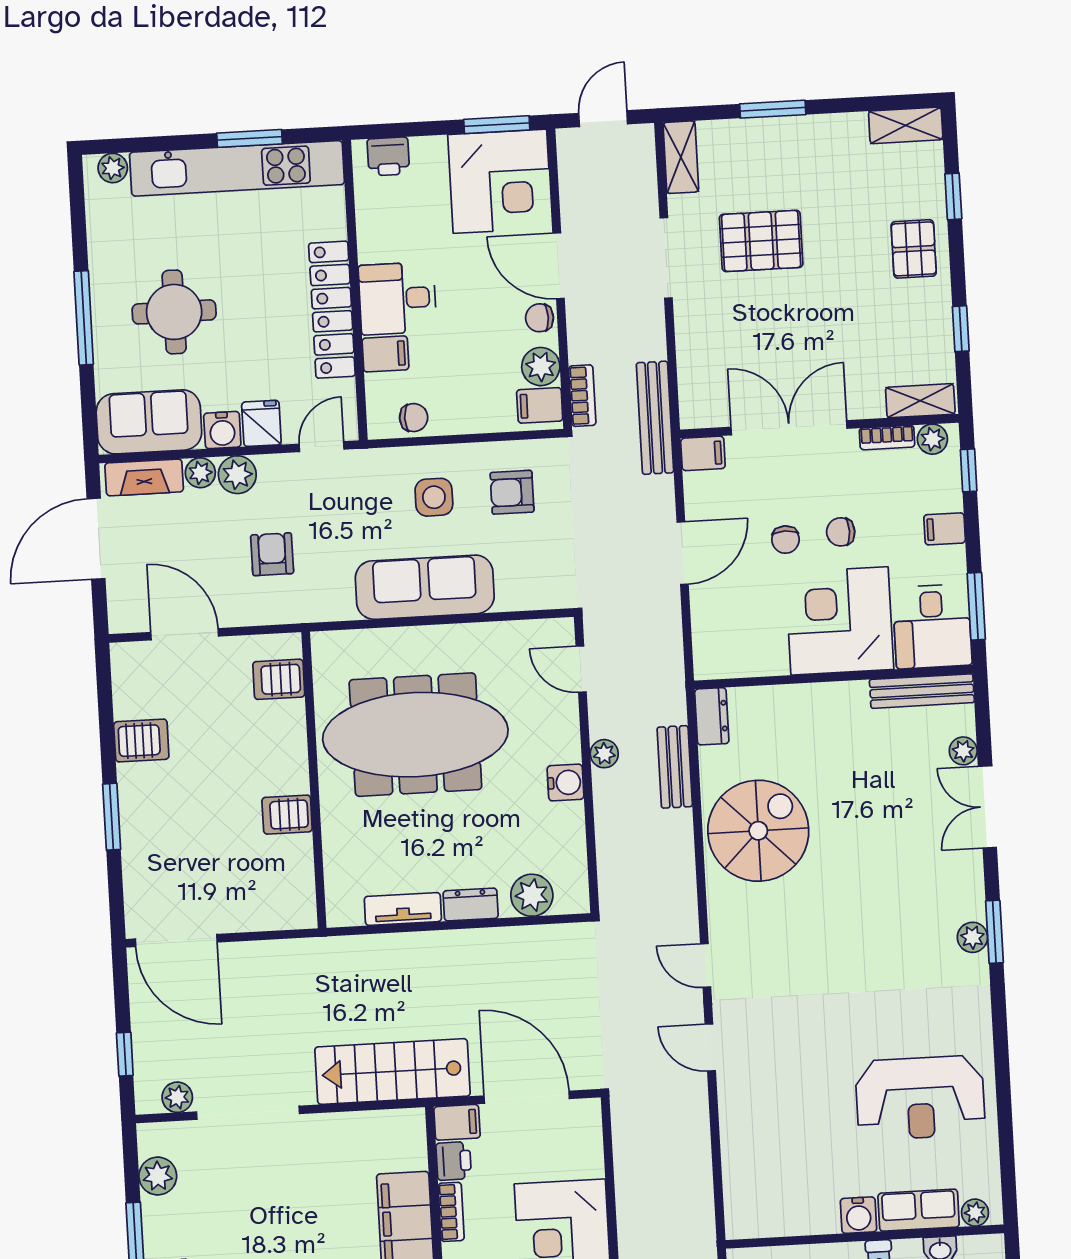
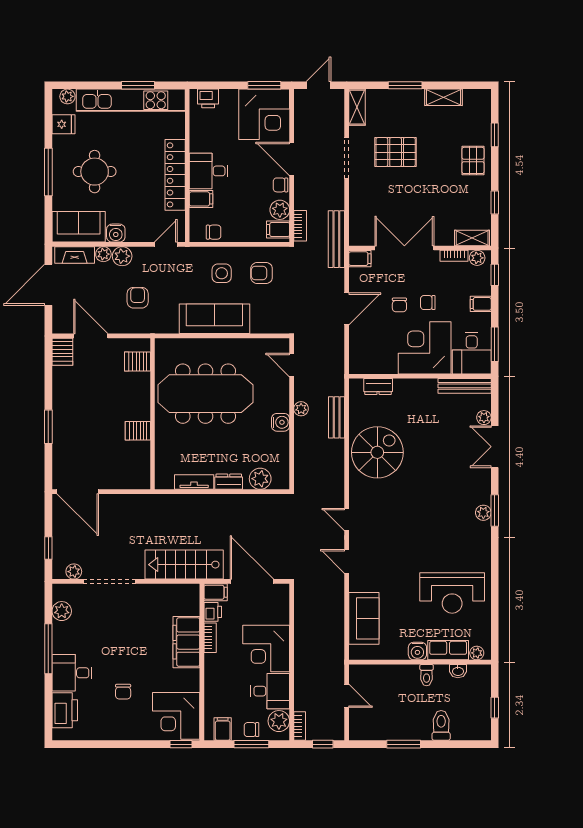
shelving: (906, 125) -> (444, 97), moved
fridge: (261, 423) -> (63, 124), moved, turned 90
dresser: (712, 716) -> (378, 386), moved, turned 90
server rack: (141, 741) -> (62, 352), moved, turned 90
sofa: (750, 1157) -> (364, 618), added

